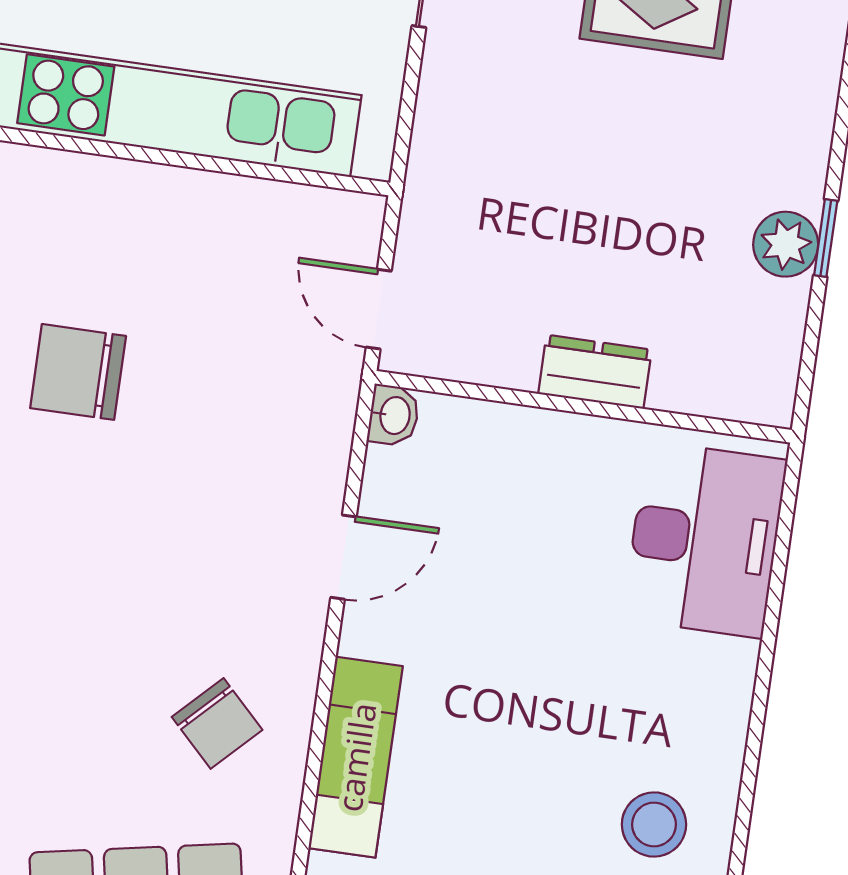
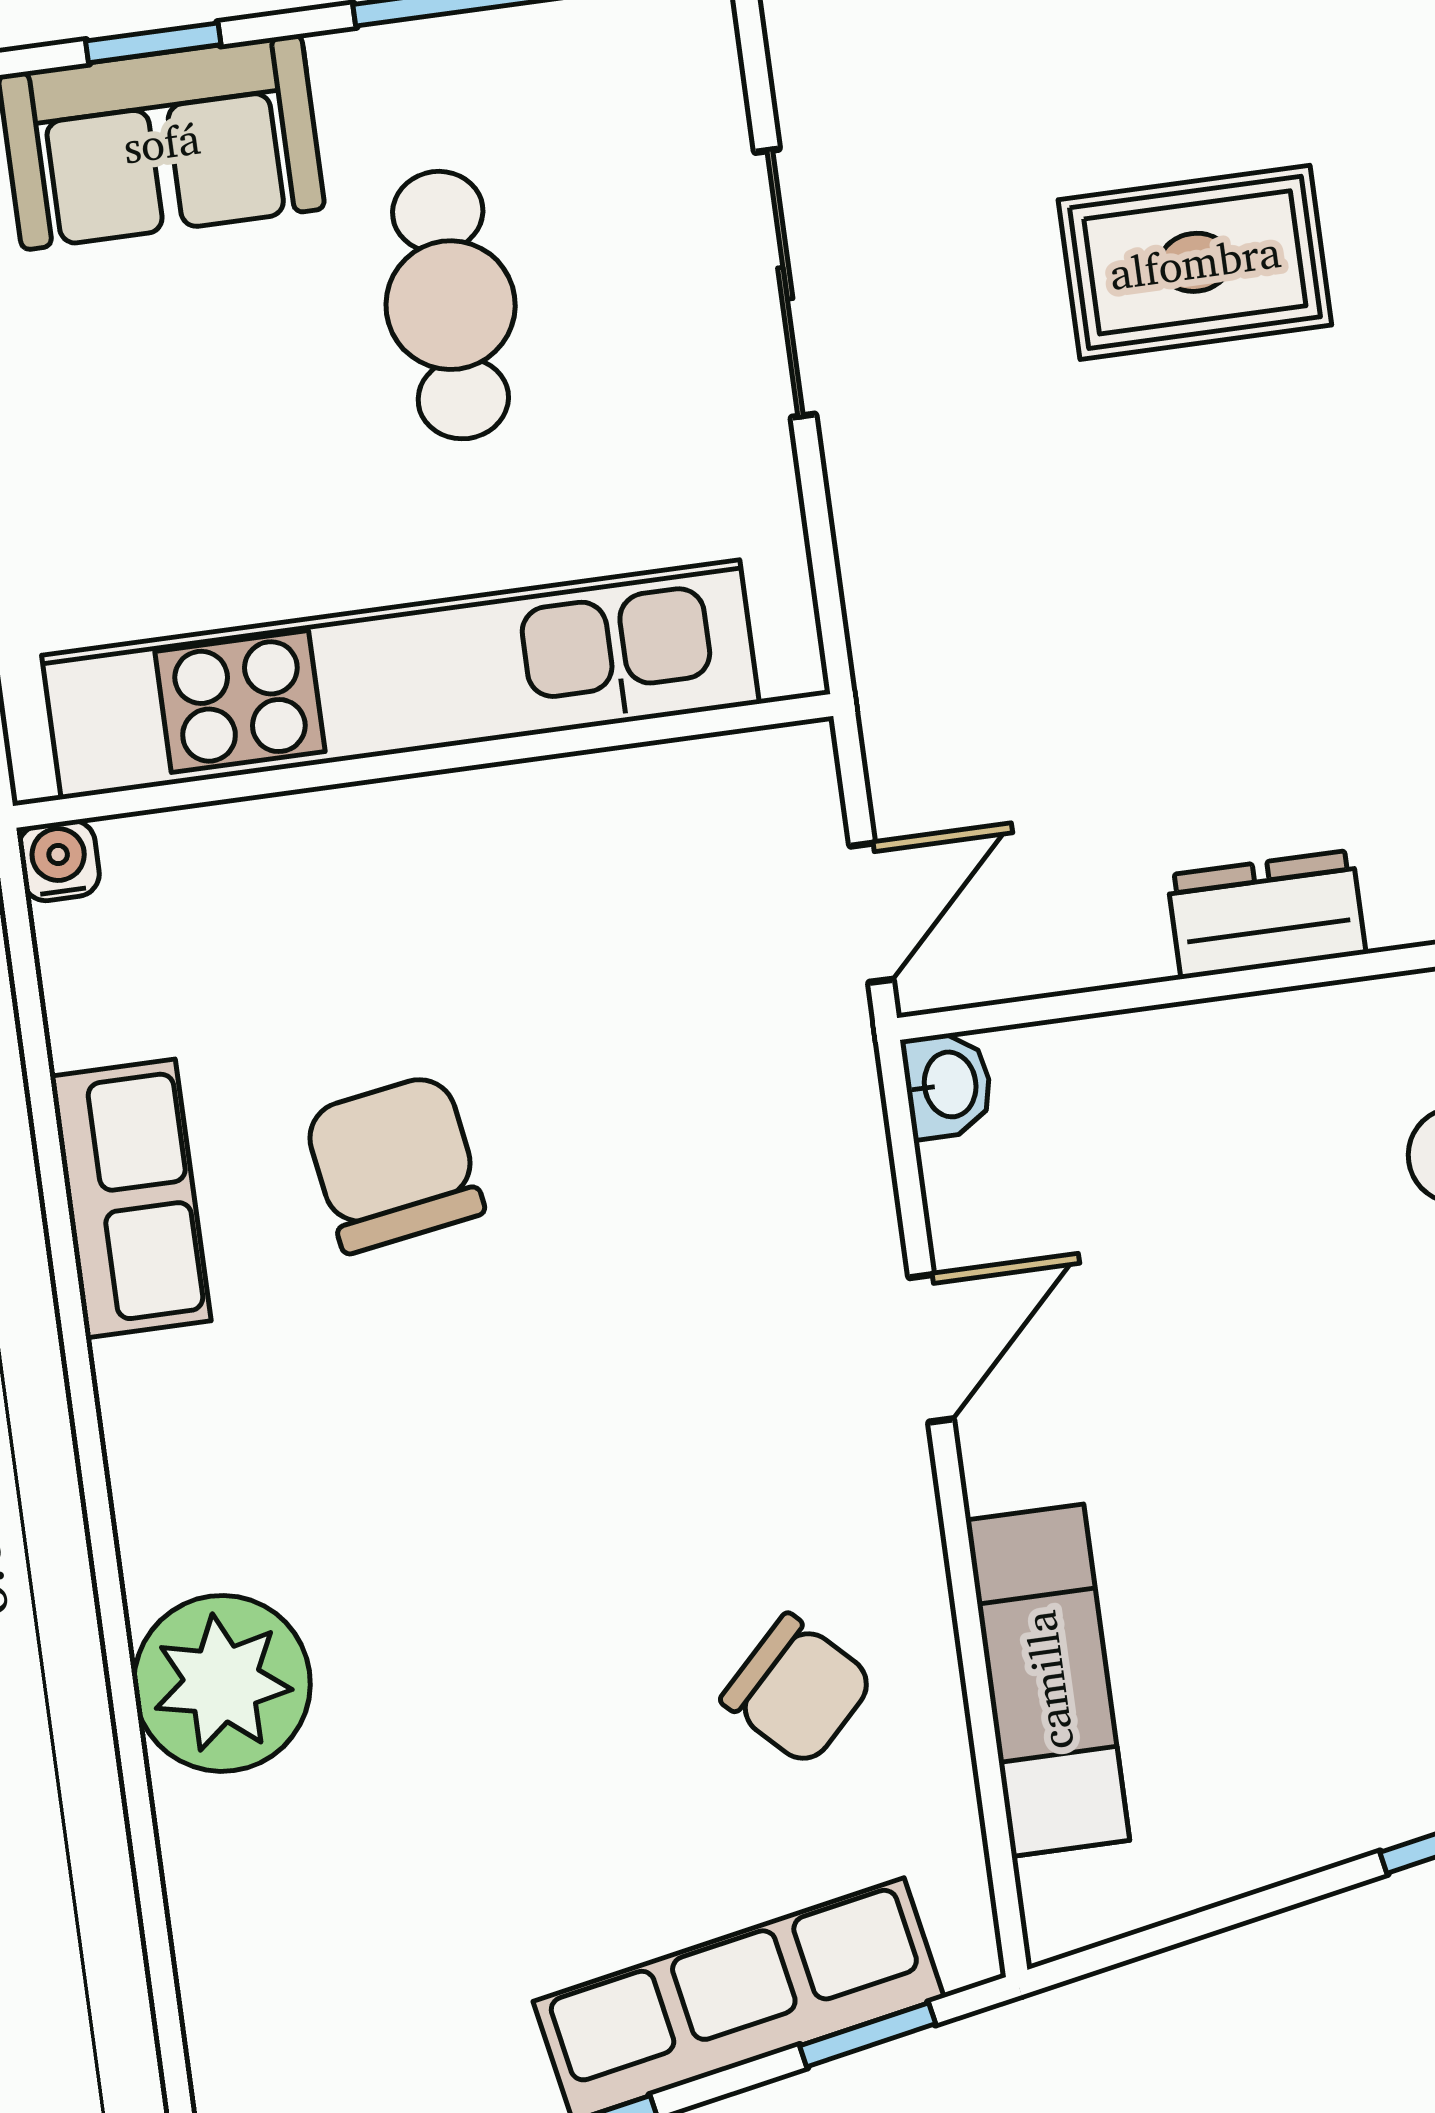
door: (379, 309) -> (871, 913), swing flipped
chair: (78, 372) -> (394, 1163), turned 81

